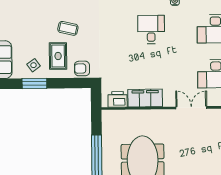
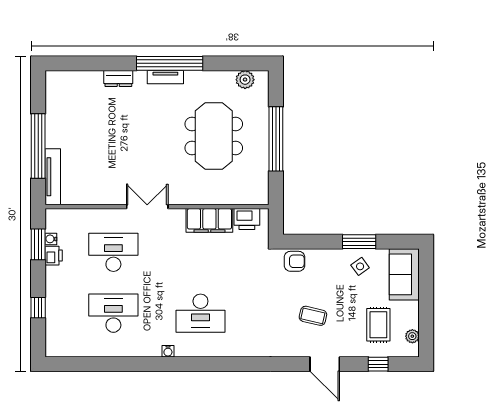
desk: (151, 29) -> (200, 313), width x1.37
rug: (58, 56) -> (378, 325), moved
double door: (191, 108) -> (147, 207), swing flipped

